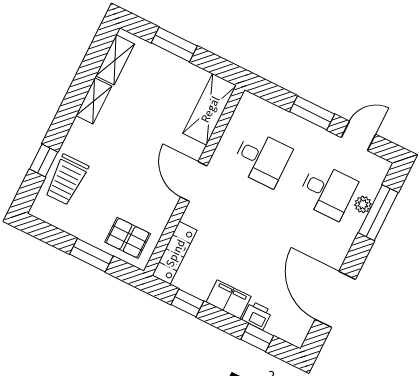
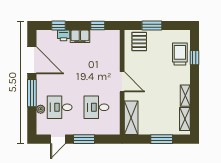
window: (378, 213) -> (32, 93), moved
pallet: (128, 238) -> (139, 41), turned 90
locker: (175, 253) -> (115, 45), removed

